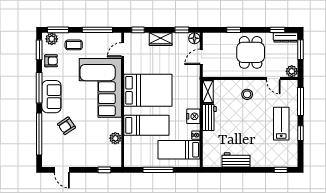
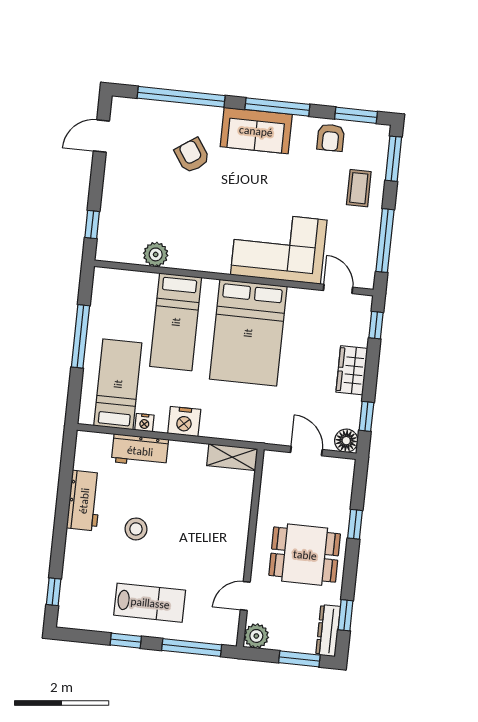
plant: (52, 39) -> (376, 144), removed
corner sofa: (100, 88) -> (279, 247), width x0.73, depth x0.74
stool: (247, 94) -> (136, 529), moved
workbench: (209, 117) -> (140, 451), moved

